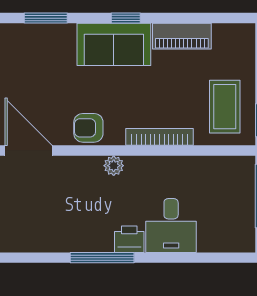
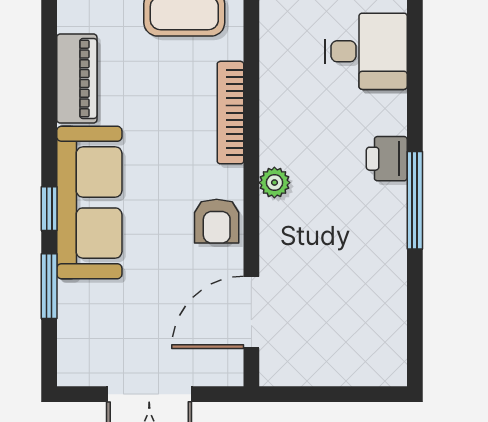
window: (126, 18) -> (49, 209), moved
sofa: (114, 44) -> (89, 203), width x1.36
desk: (171, 225) -> (366, 51), moved

